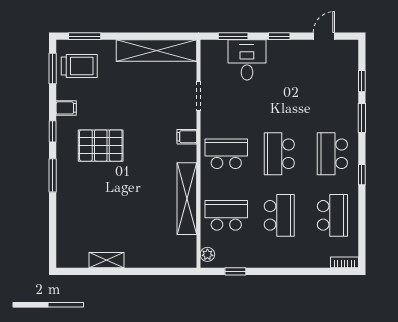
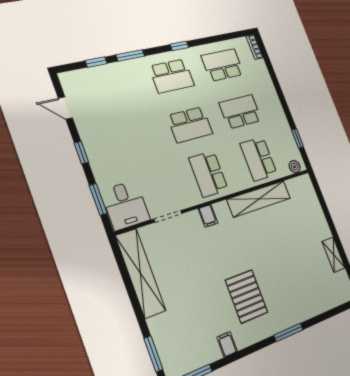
desk: (247, 60) -> (125, 205), moved, turned -90
trolley: (79, 66) -> (184, 347), removed
window: (53, 131) -> (252, 349), removed

